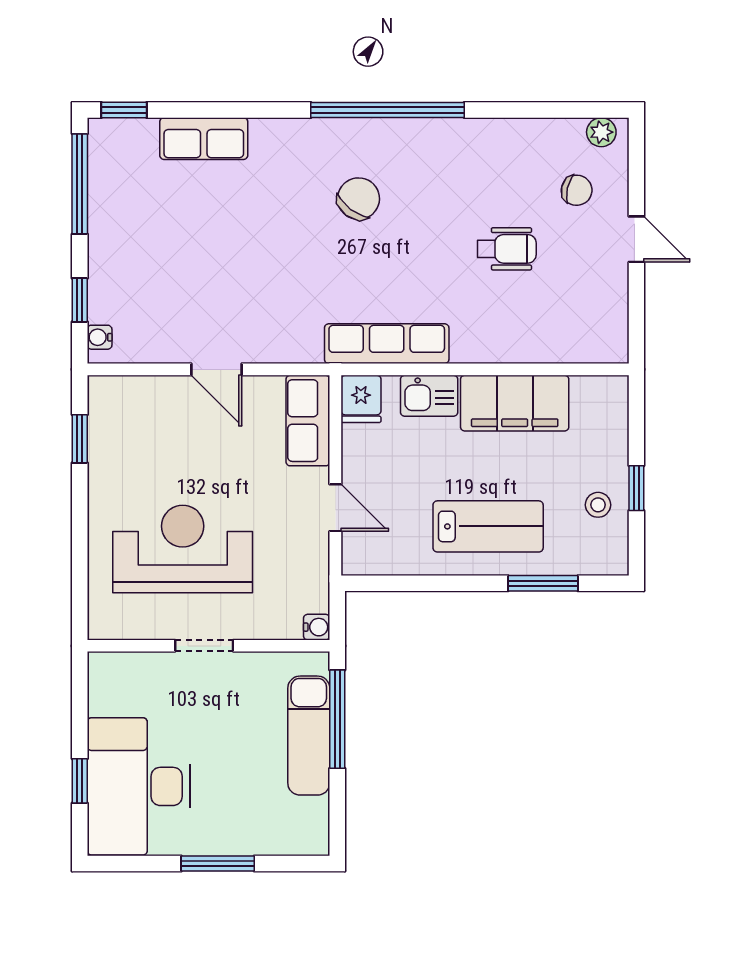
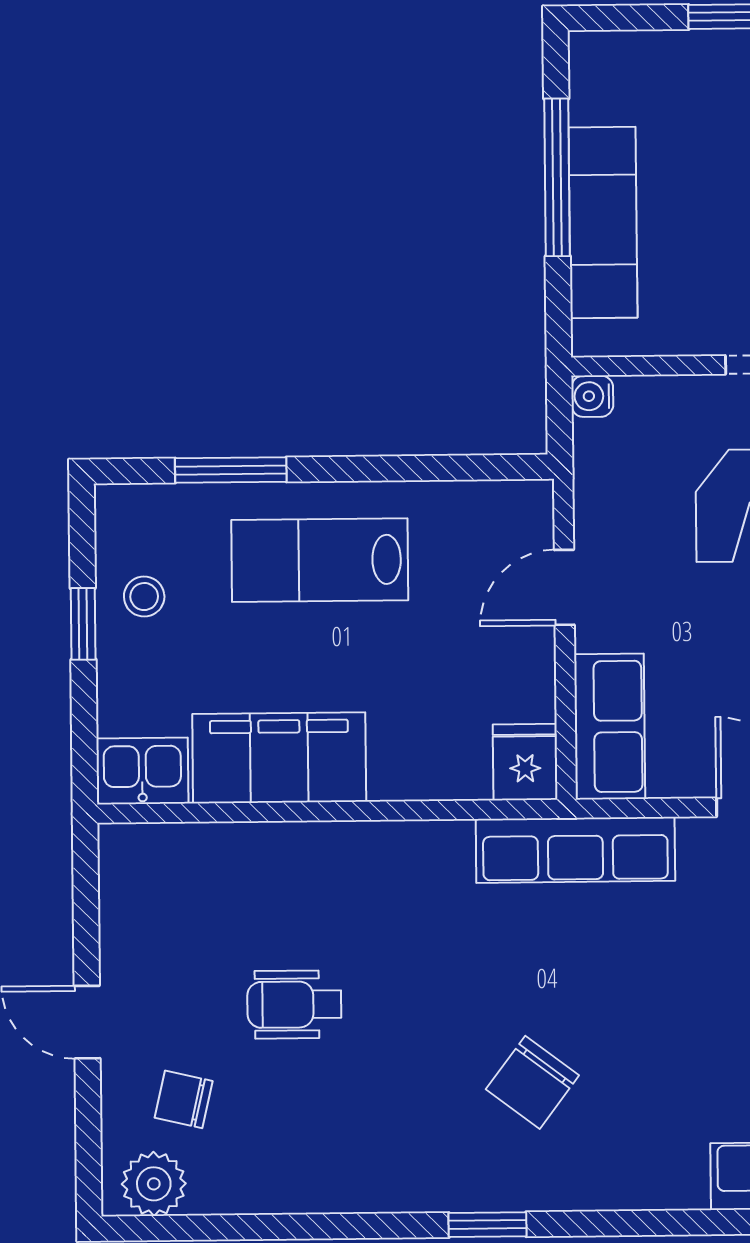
window: (388, 110) -> (488, 1225), width x0.32
plant: (601, 132) -> (154, 1184), width x1.38, depth x1.38
row of seats: (387, 344) -> (575, 850), moved
kitchen sink: (429, 396) -> (142, 771), moved
door: (335, 508) -> (564, 587), hinge flipped
window: (337, 719) -> (557, 177), moved

